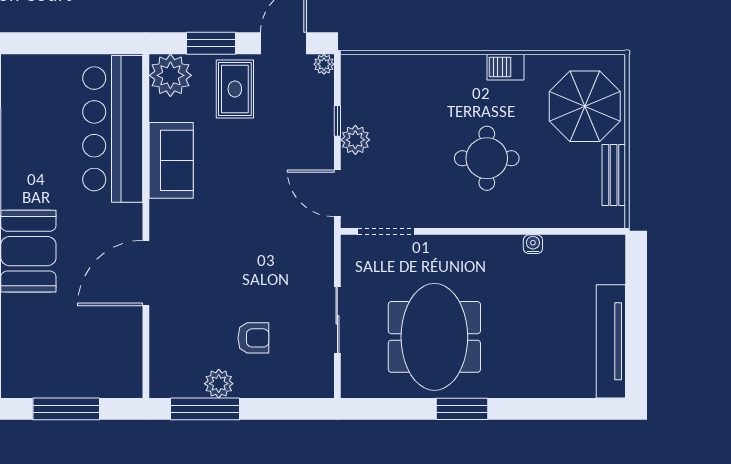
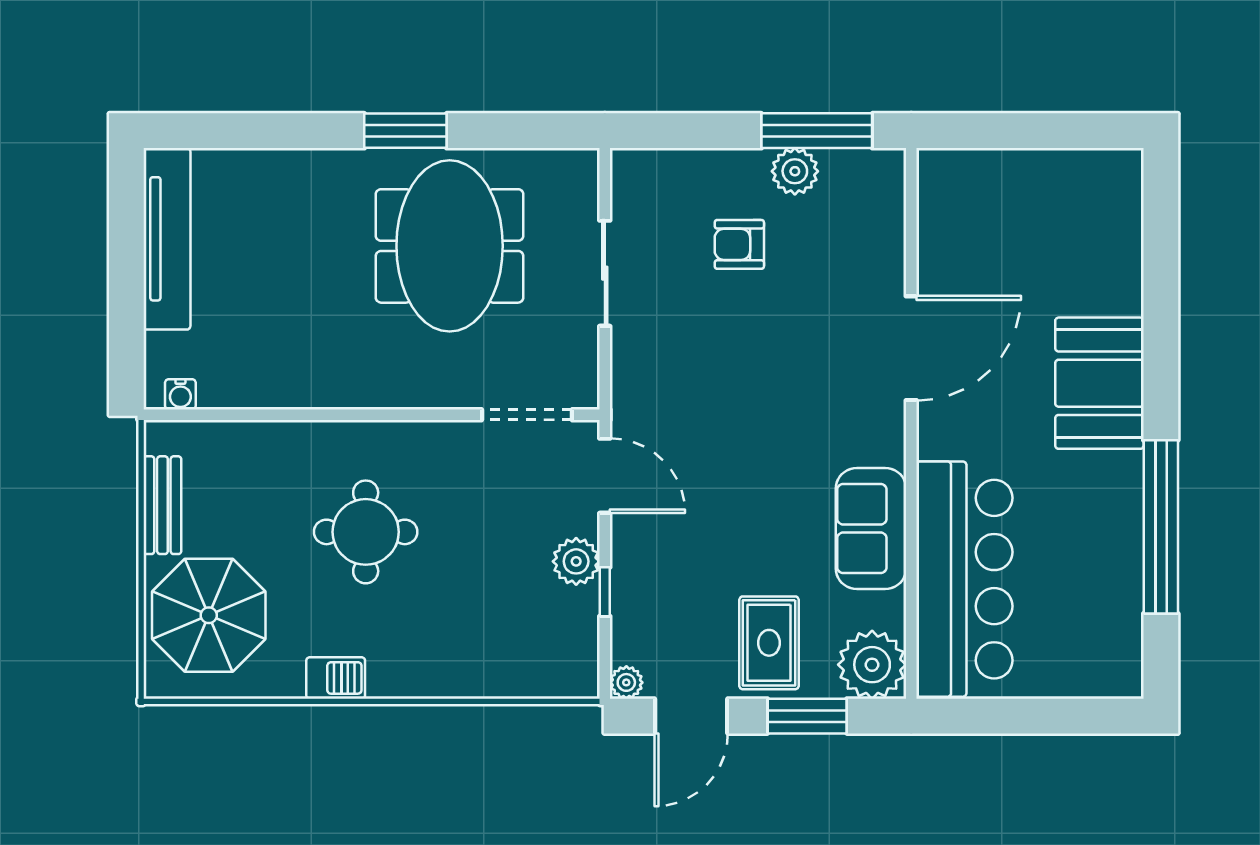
water cooler: (533, 244) -> (180, 394), moved
window: (66, 409) -> (1039, 131), removed

